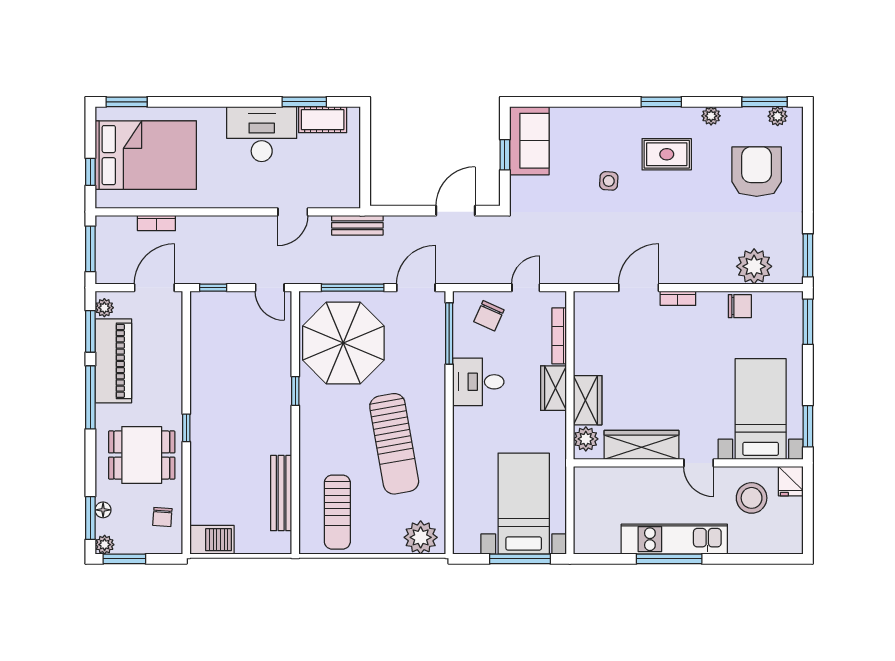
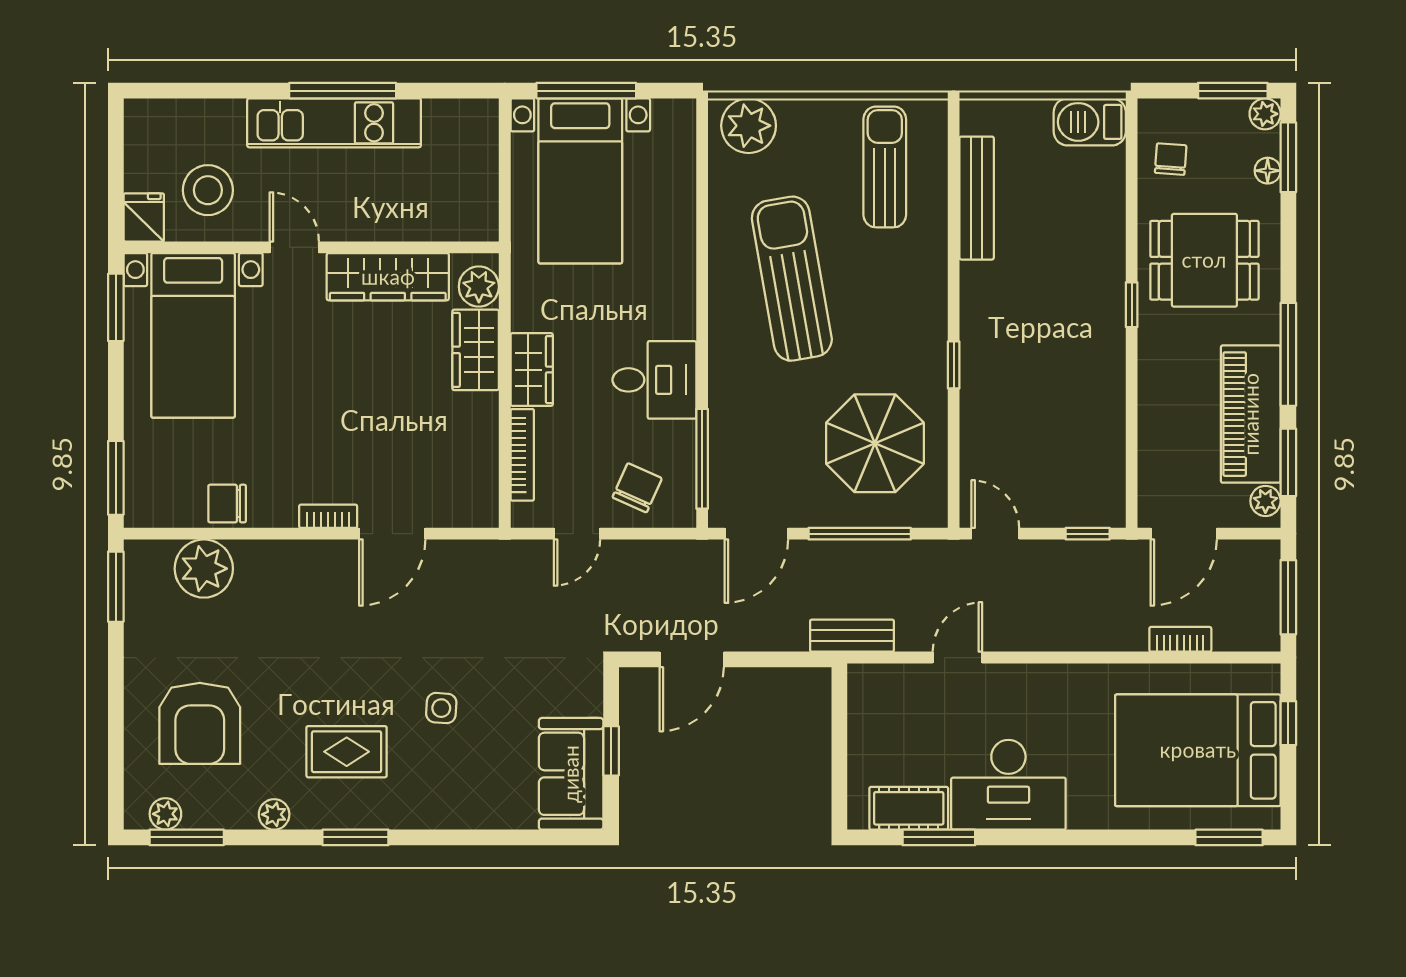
parasol: (343, 343) -> (875, 443), width x0.73, depth x0.73

